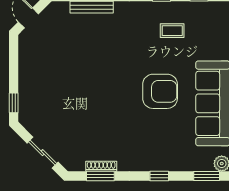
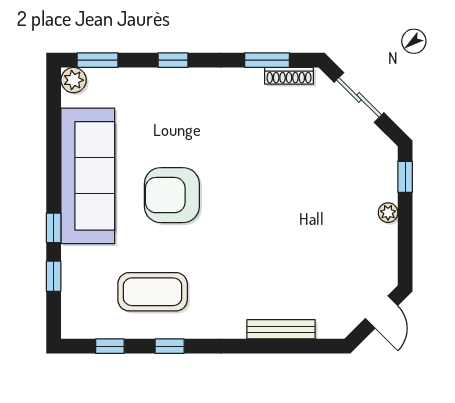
coffee table: (172, 31) -> (153, 292), width x1.86, depth x1.72
plant: (24, 80) -> (388, 213), added
shoe rack: (101, 166) -> (289, 76), moved

